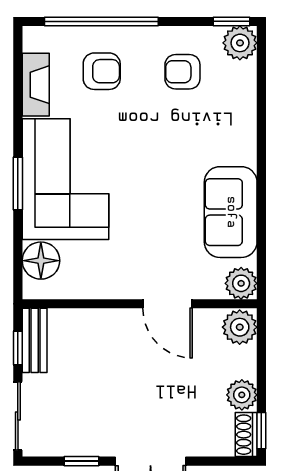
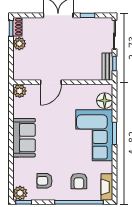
armchair: (102, 71) -> (79, 181), turned -90
armchair: (182, 72) -> (45, 181), turned 180
fireplace: (36, 85) -> (107, 187), moved
sofa: (231, 212) -> (24, 138), moved
door: (168, 304) -> (51, 82), swing flipped
plant: (240, 327) -> (20, 72), removed

